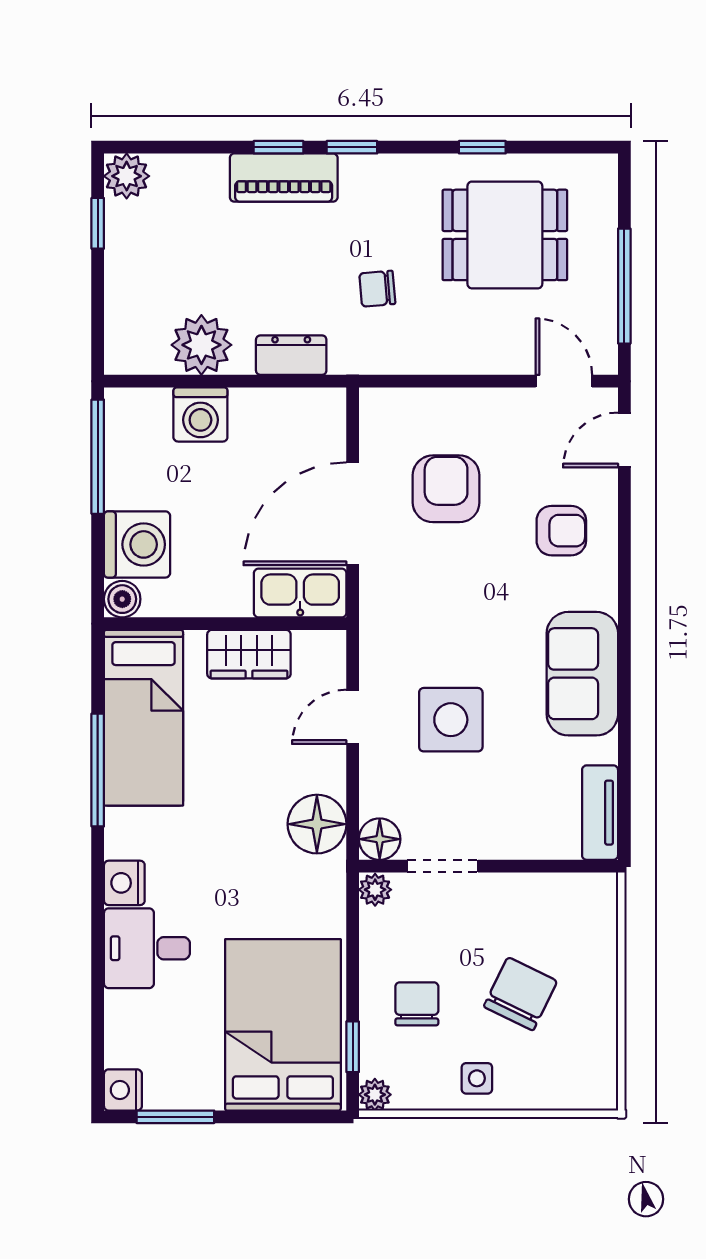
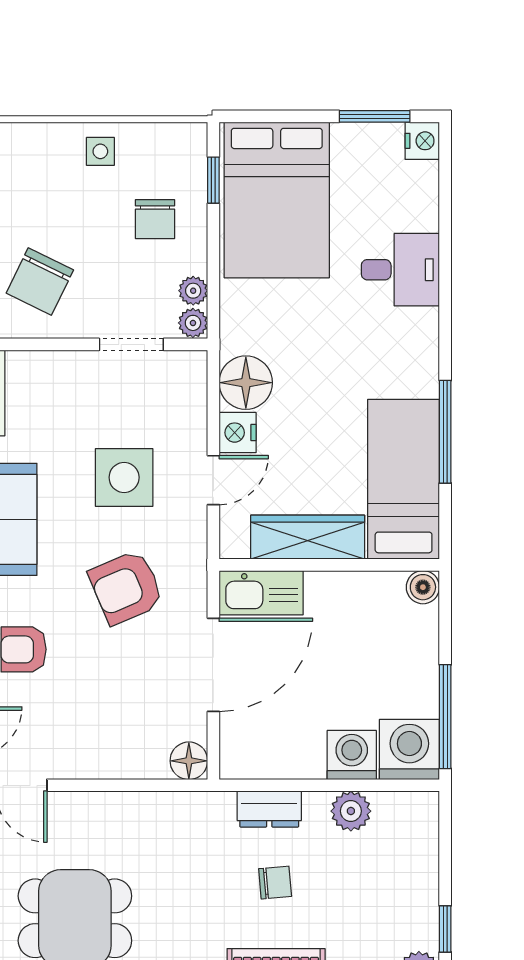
chair: (377, 289) -> (275, 883), moved
plant: (201, 345) -> (351, 811), width x0.73, depth x0.73
armchair: (446, 489) -> (126, 587), moved, turned 67
washing machine: (137, 544) -> (409, 750), moved, turned 90
wardrobe: (249, 654) -> (308, 537), width x1.50
floor lamp: (380, 839) -> (189, 761), moved
nightstand: (124, 883) -> (238, 433), moved, turned 180
chair: (520, 994) -> (40, 282), moved
plant: (375, 1095) -> (193, 291), moved

